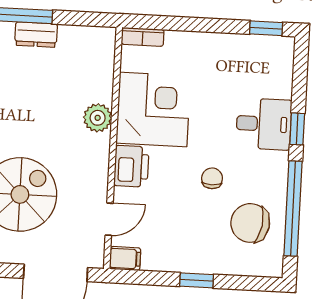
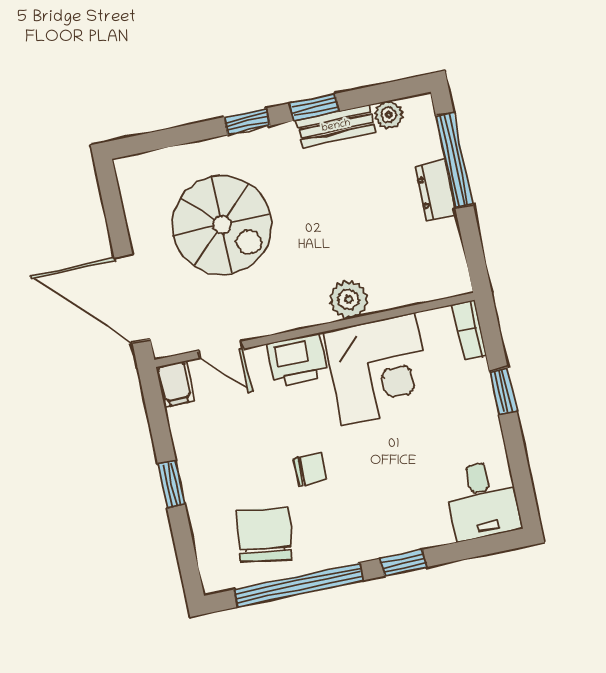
window: (266, 28) -> (503, 391), moved
desk: (264, 124) -> (482, 500), moved

